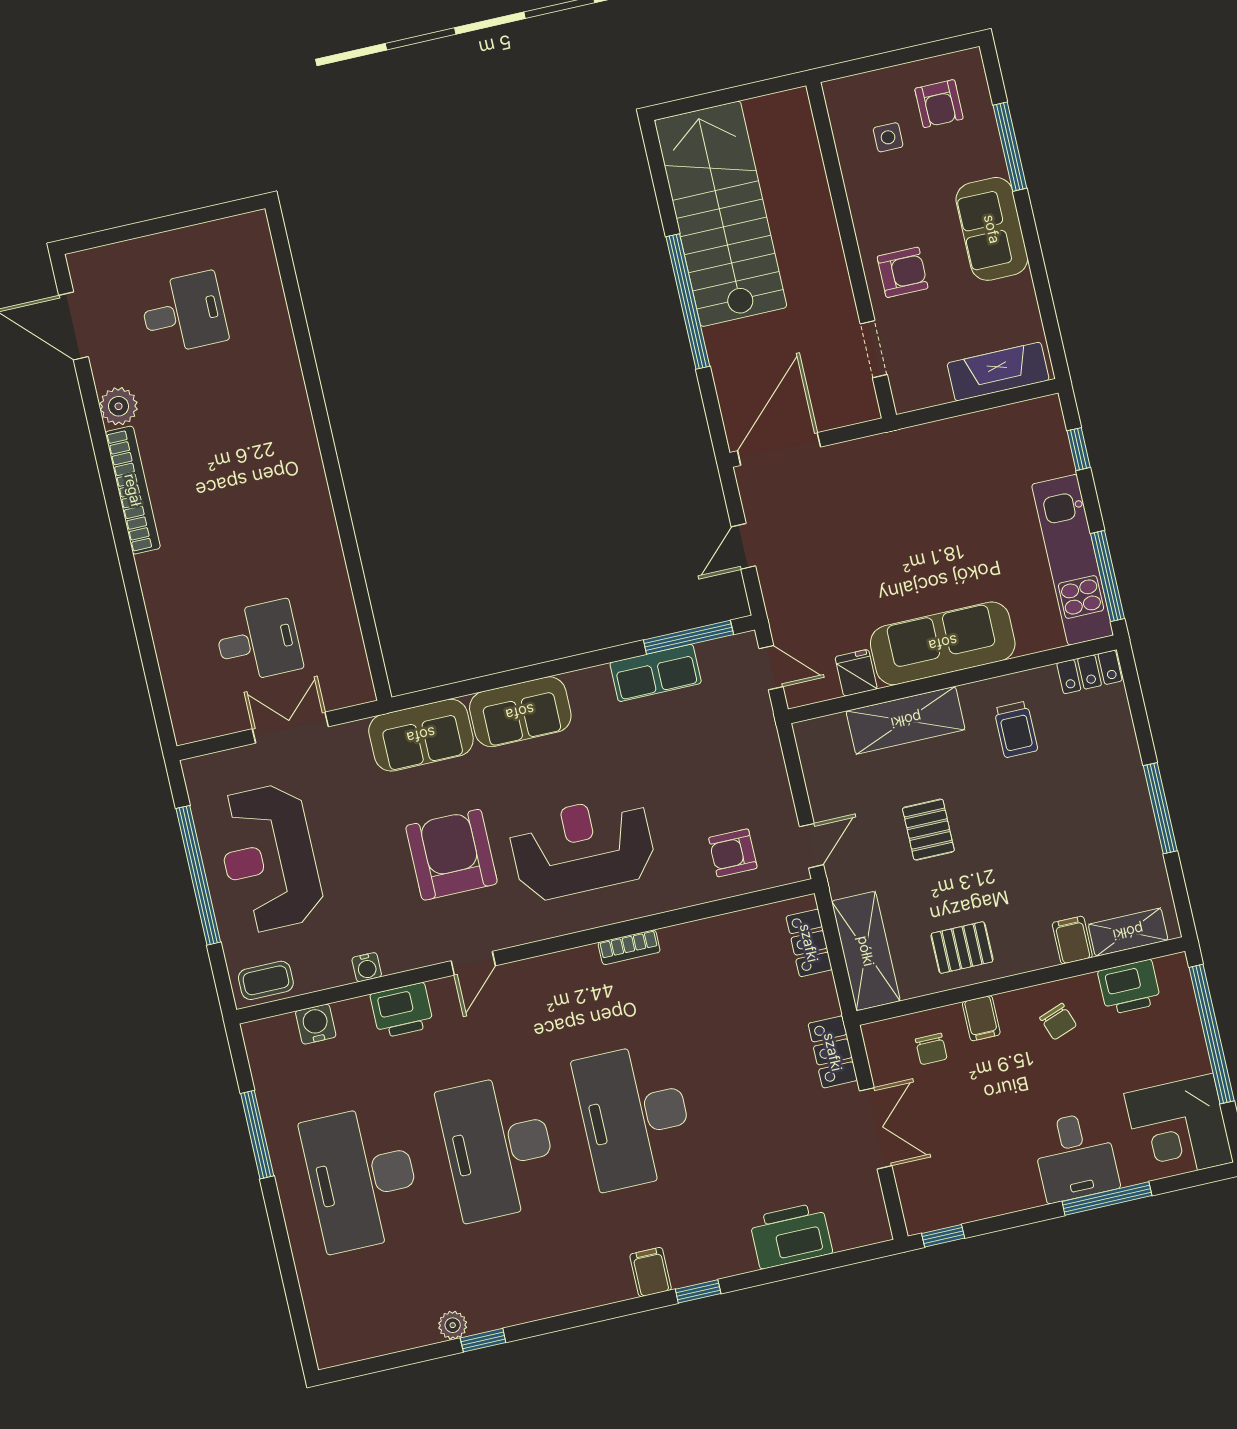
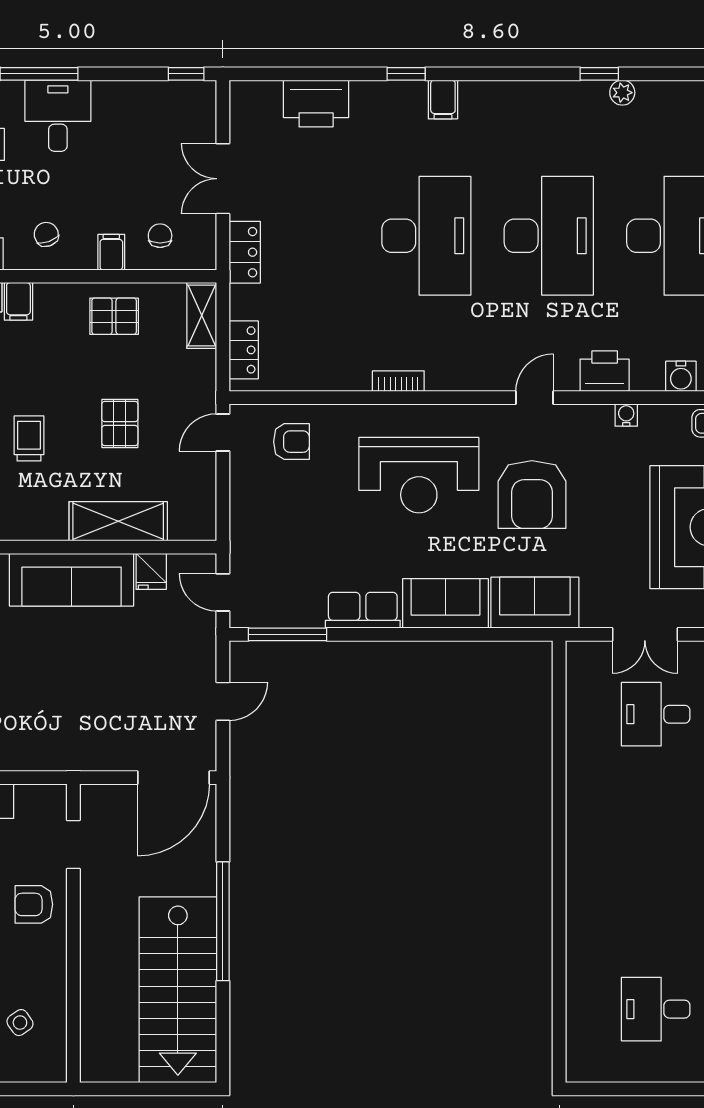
side table: (888, 137) -> (20, 1023), turned -35
row of seats: (656, 673) -> (363, 610), moved
trolley: (1016, 729) -> (29, 438), moved
shelving: (866, 951) -> (202, 315), width x0.67, depth x0.75

